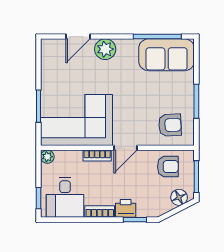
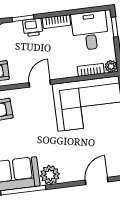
plant: (105, 49) -> (50, 175), moved
bookcase: (97, 156) -> (91, 70), moved

